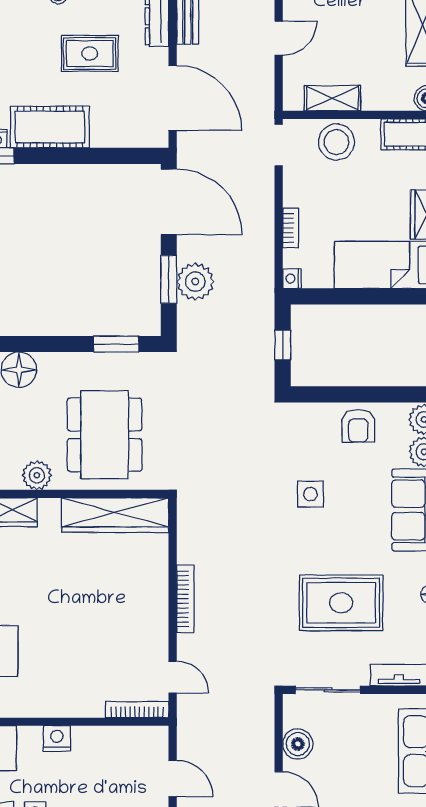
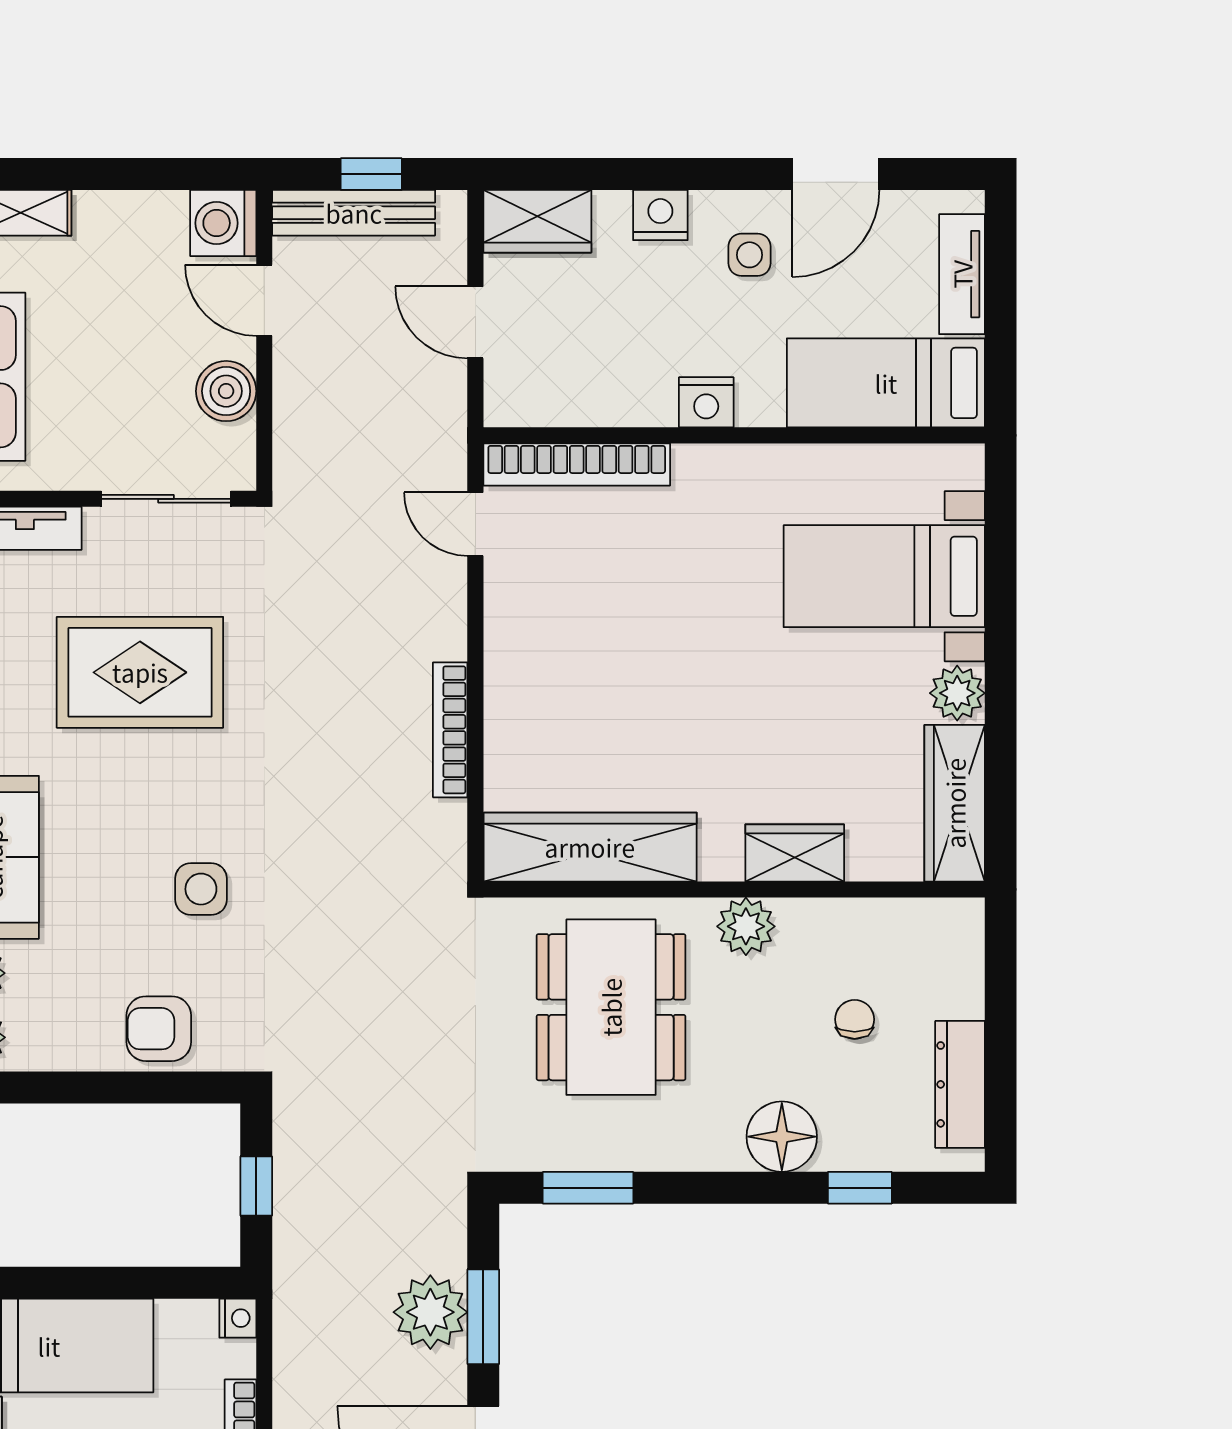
armchair: (358, 426) -> (159, 1029), moved, turned -90
bookcase: (185, 599) -> (450, 730), moved
bookcase: (137, 710) -> (577, 465), width x1.48, depth x1.31

